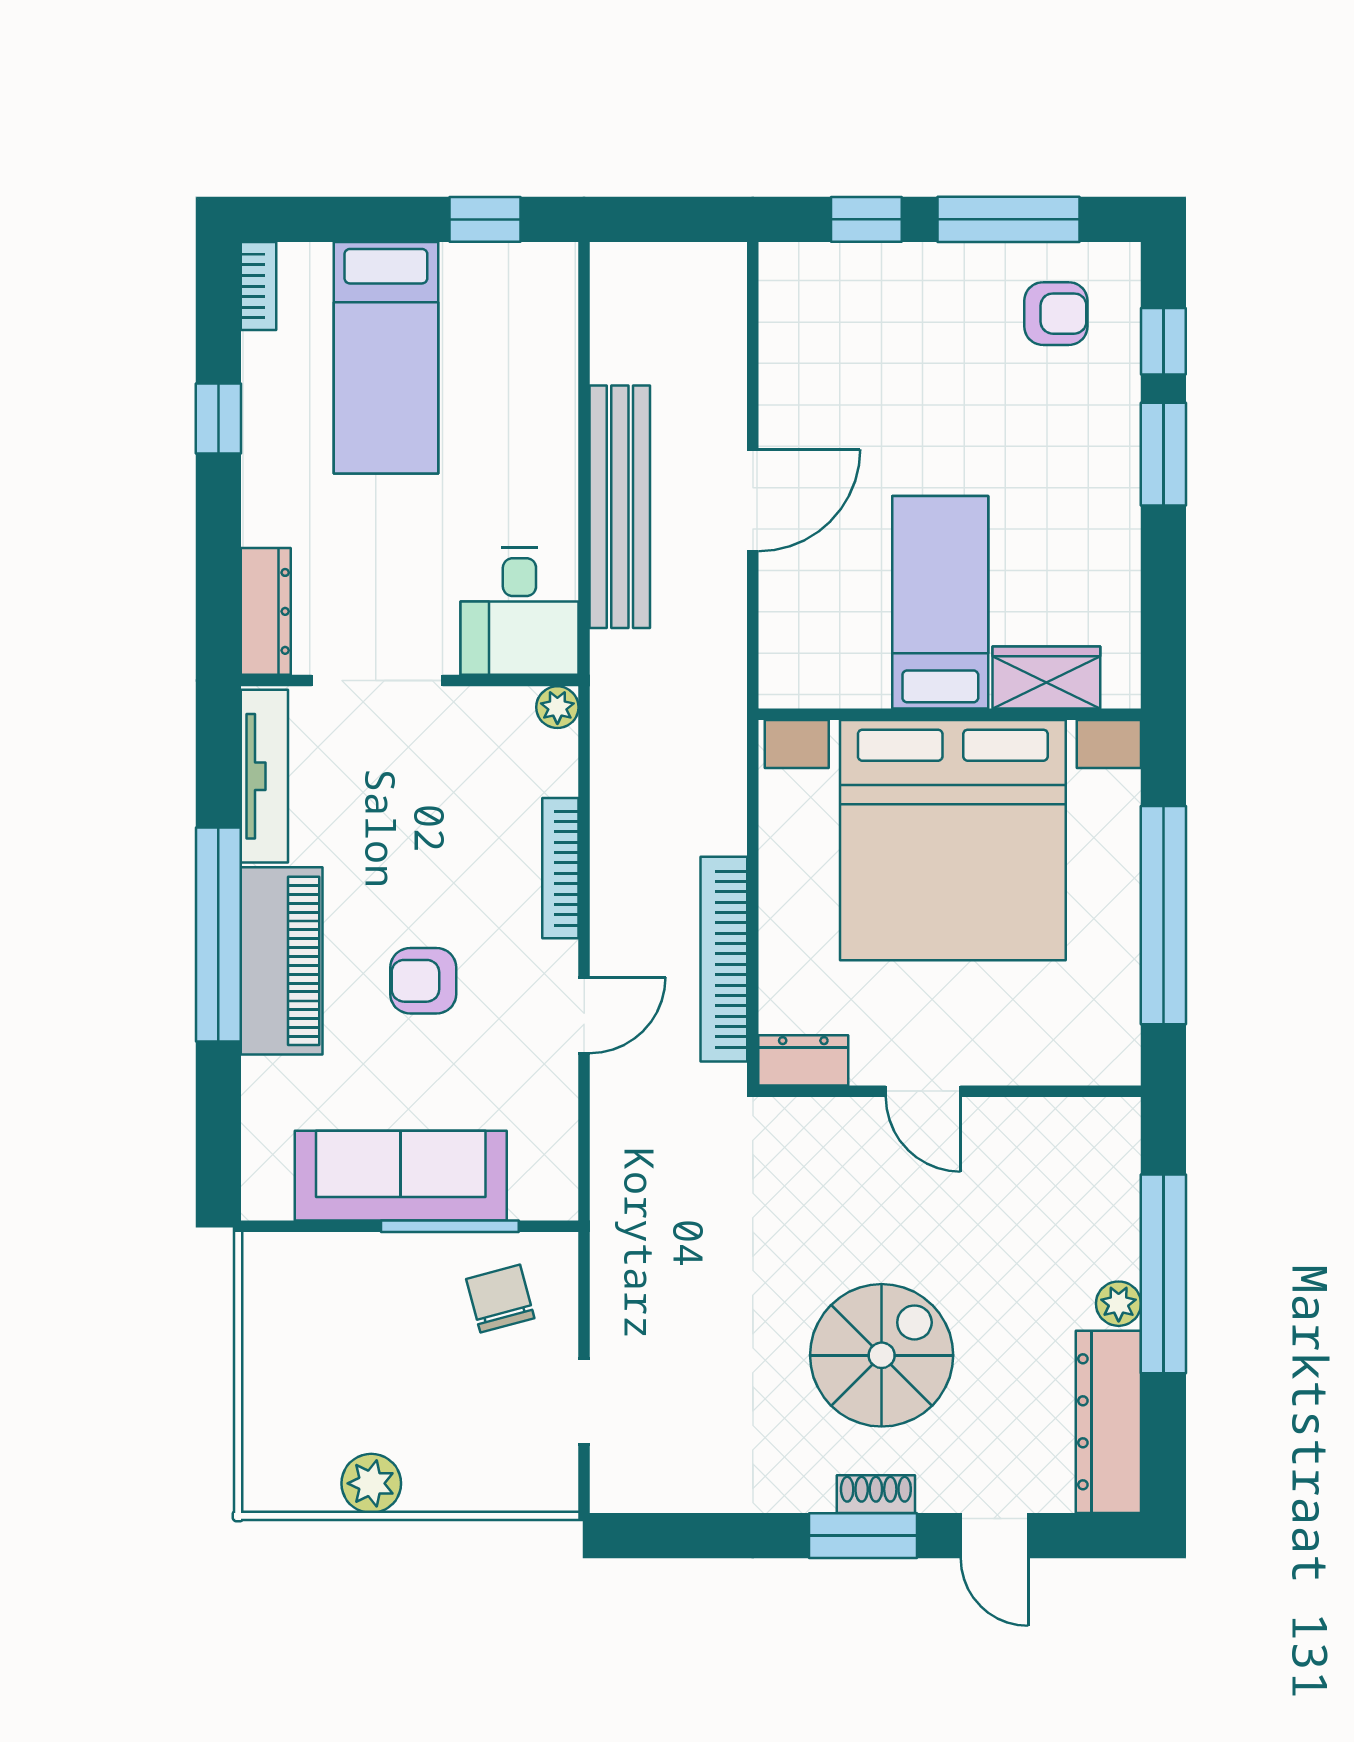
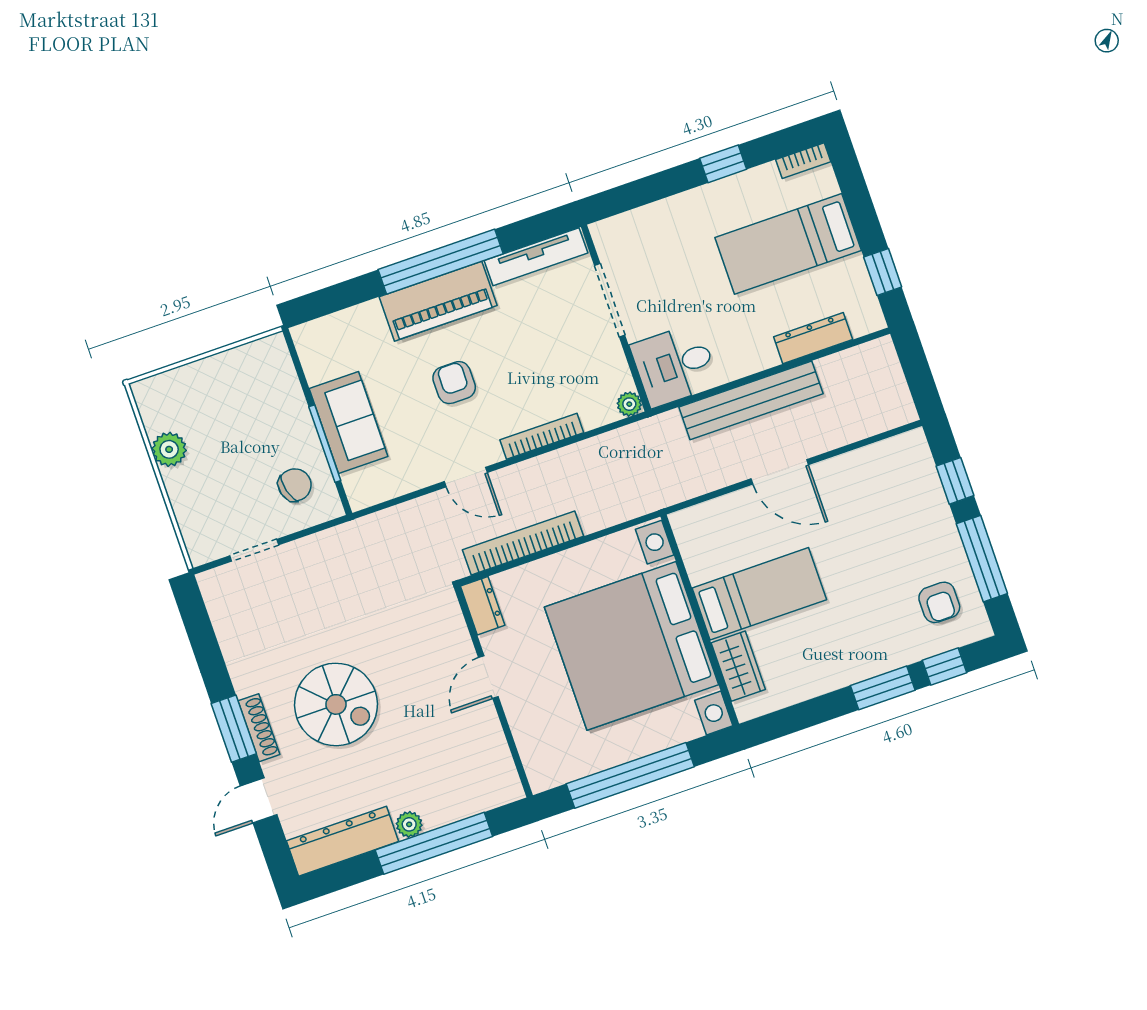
dresser: (266, 611) -> (813, 338), moved, turned 180
sofa: (401, 1176) -> (348, 422), width x0.73
shoe rack: (876, 1494) -> (259, 728), width x1.43

